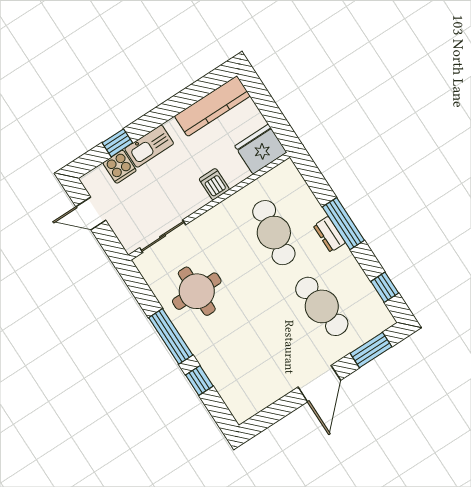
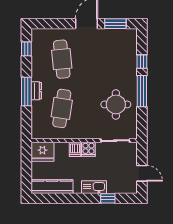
cooker: (120, 167) -> (88, 149), moved, turned 180
window: (371, 350) -> (115, 24), moved

